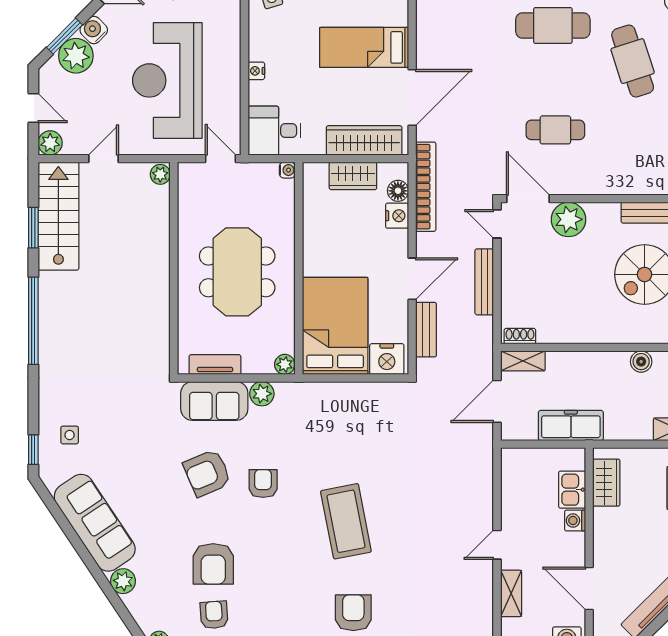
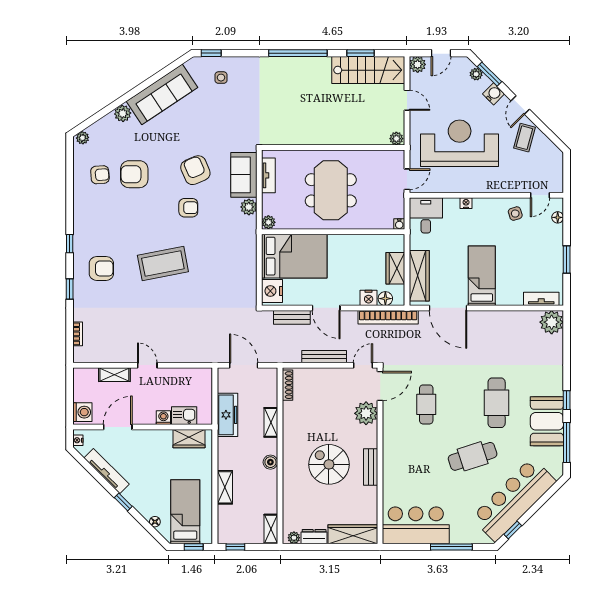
plant: (76, 56) -> (476, 74), width x0.53, depth x0.53
meeting table: (237, 272) -> (331, 190), turned 90
shoe rack: (520, 336) -> (288, 385), width x1.43
shelving: (523, 361) -> (271, 422), moved

